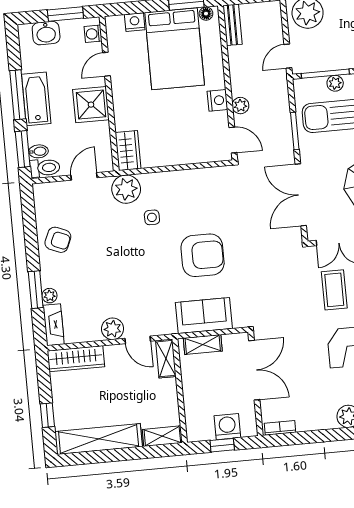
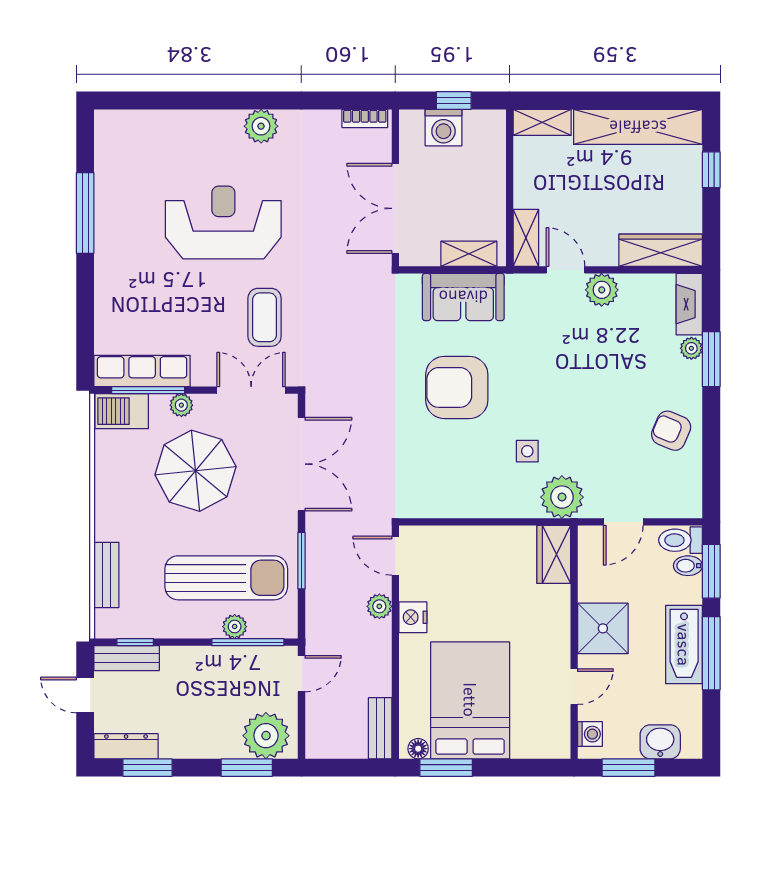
nightstand: (135, 22) -> (526, 746), removed

